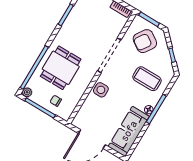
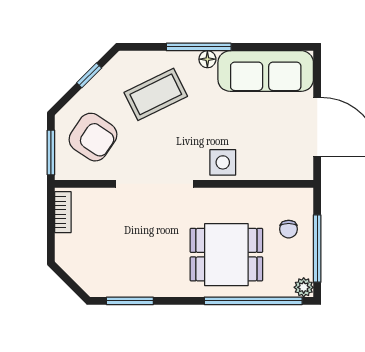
coffee table: (147, 79) -> (156, 94), turned 64

